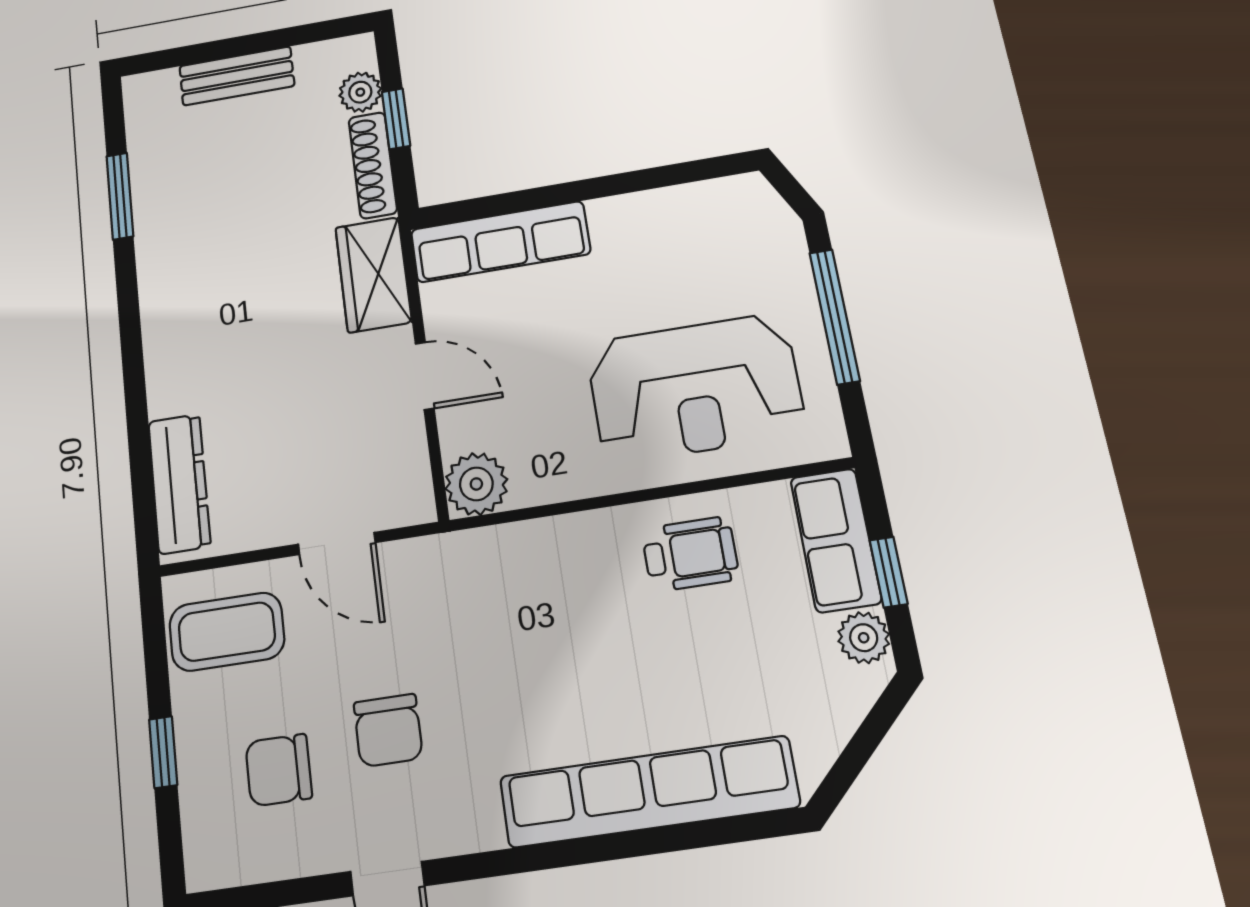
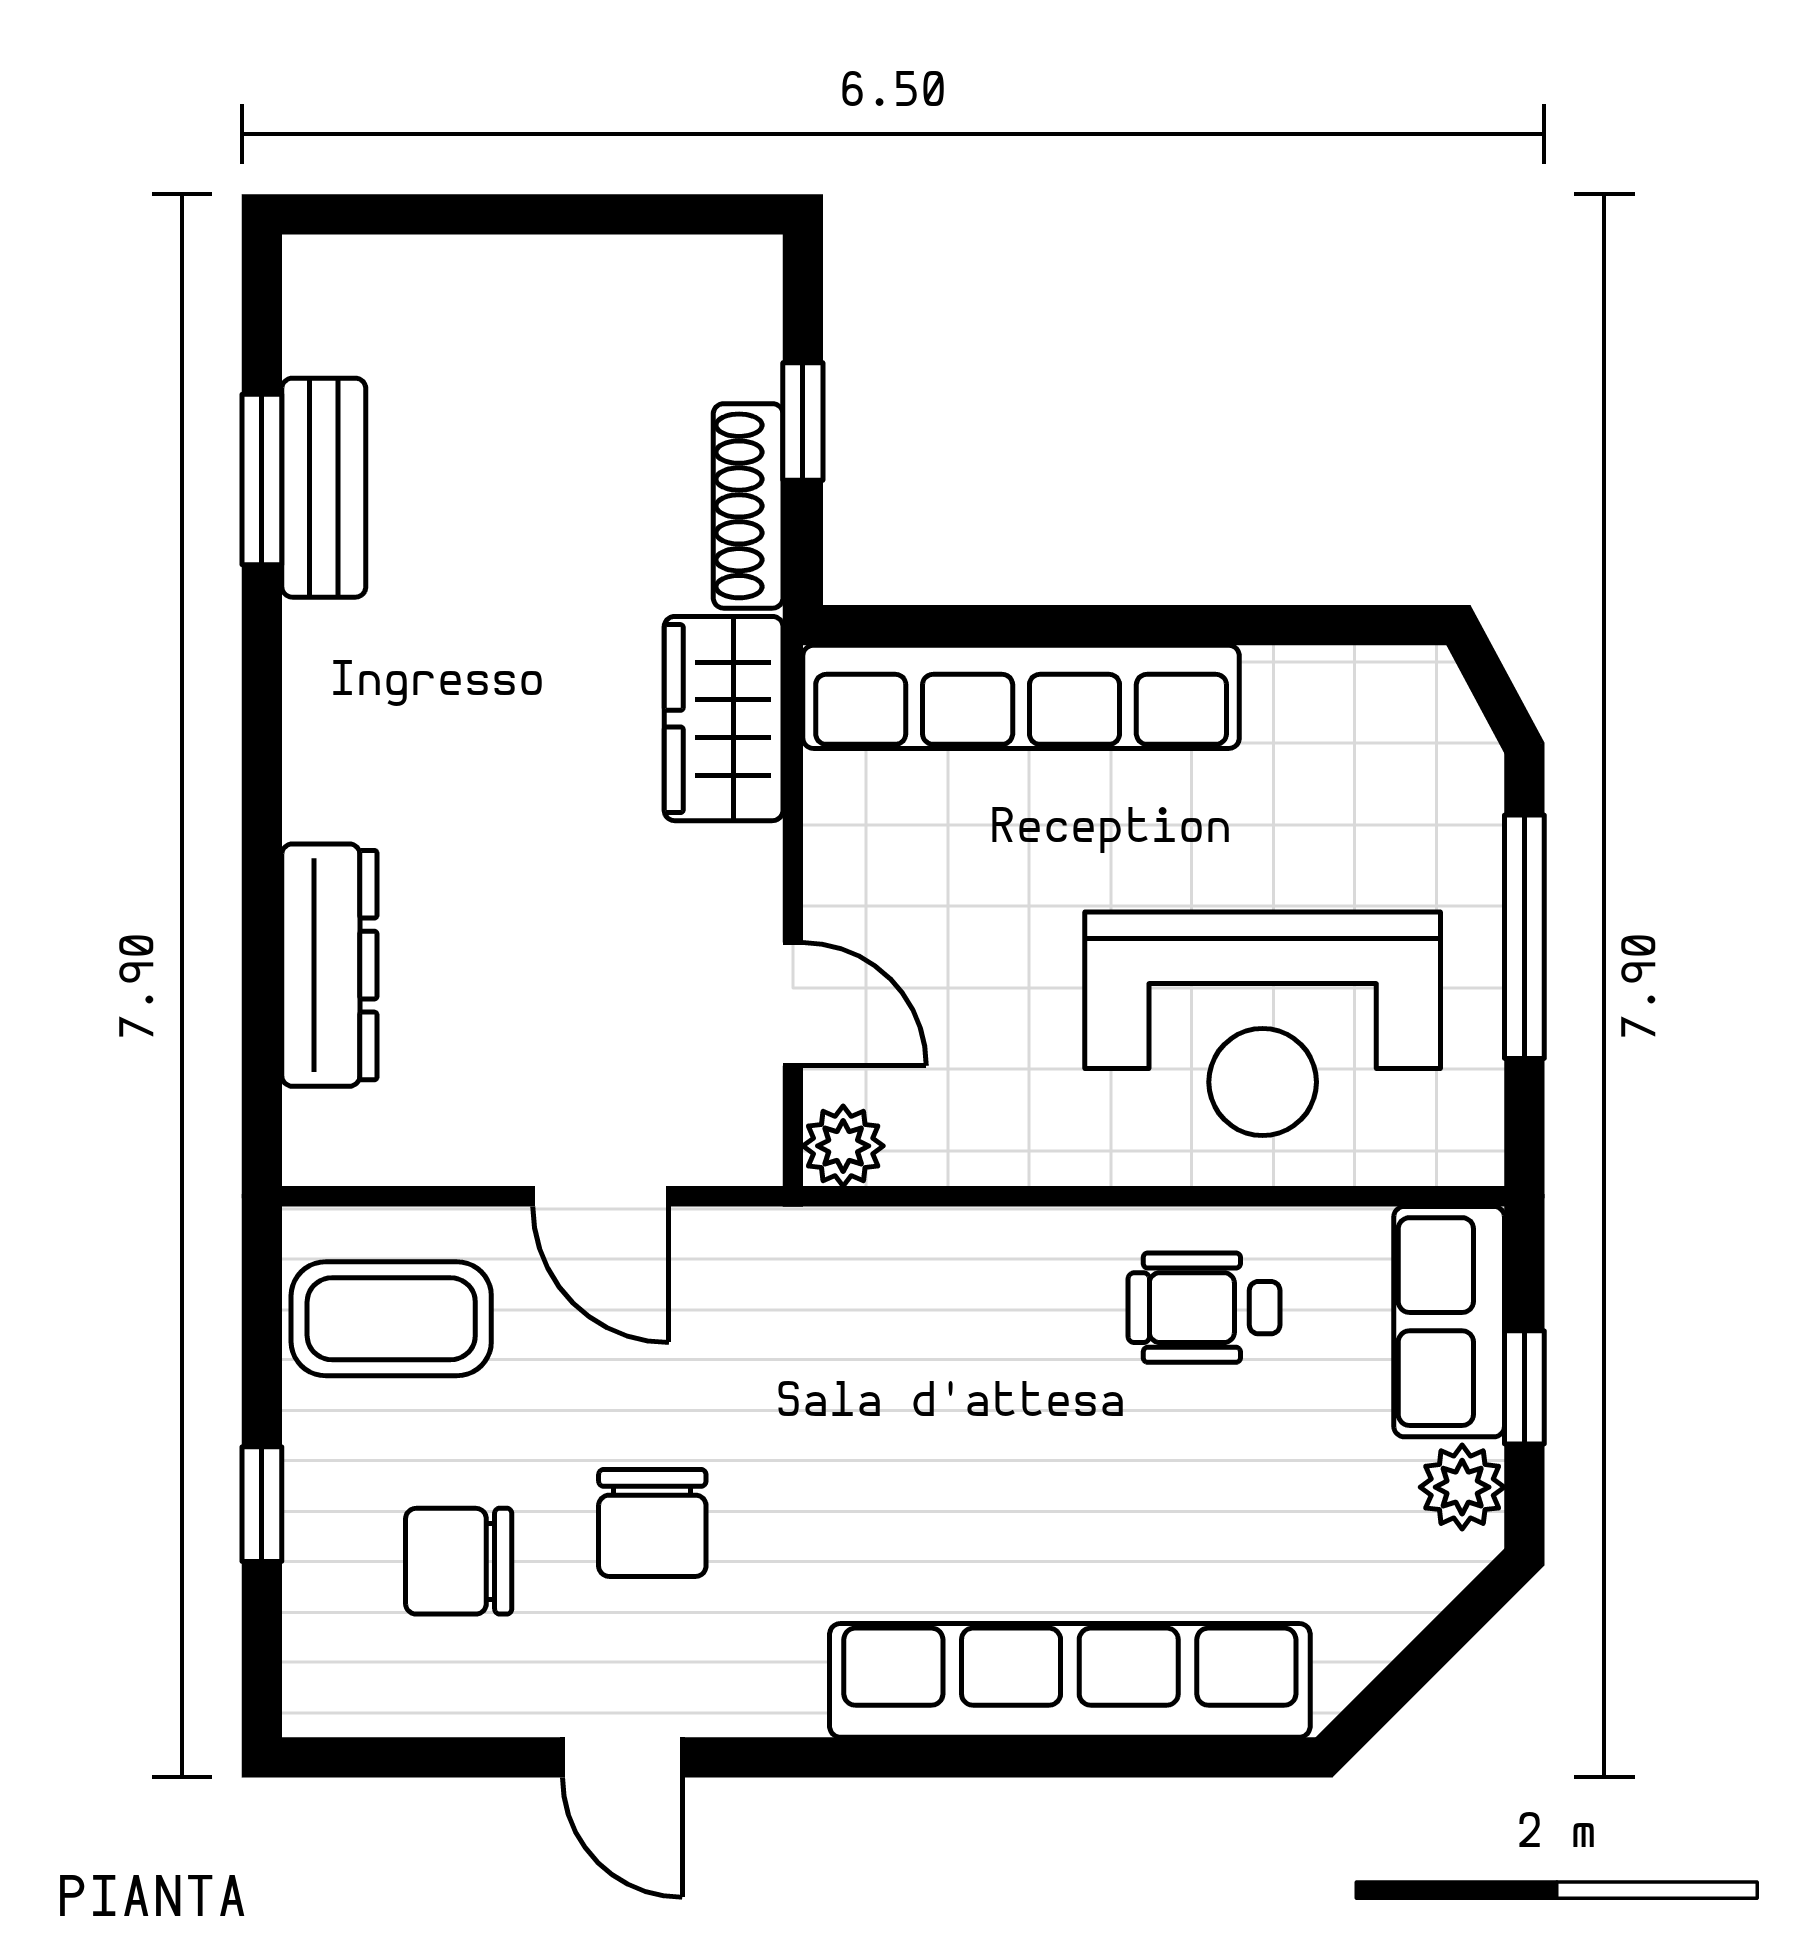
bench: (237, 76) -> (324, 488), moved, turned 90
plant: (360, 92) -> (742, 355), removed
row of seats: (500, 242) -> (1021, 697), width x1.36
door: (425, 376) -> (793, 1004), moved
dresser: (179, 484) -> (329, 965), moved
plant: (476, 484) -> (843, 1146), width x0.73, depth x0.73
wheelchair: (690, 554) -> (1204, 1308), turned 180

